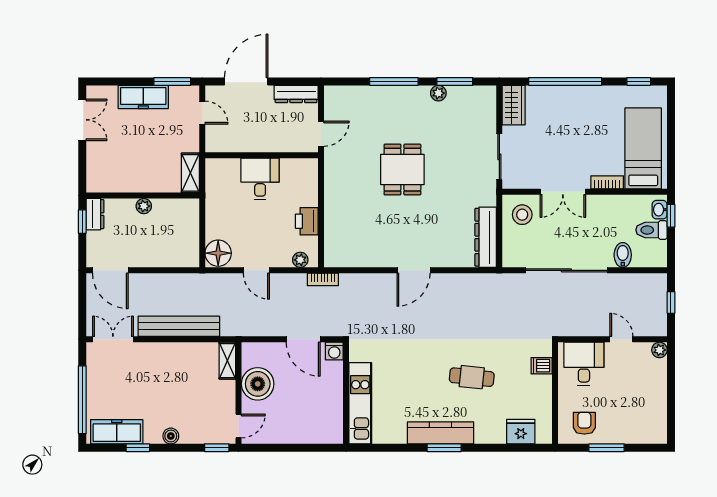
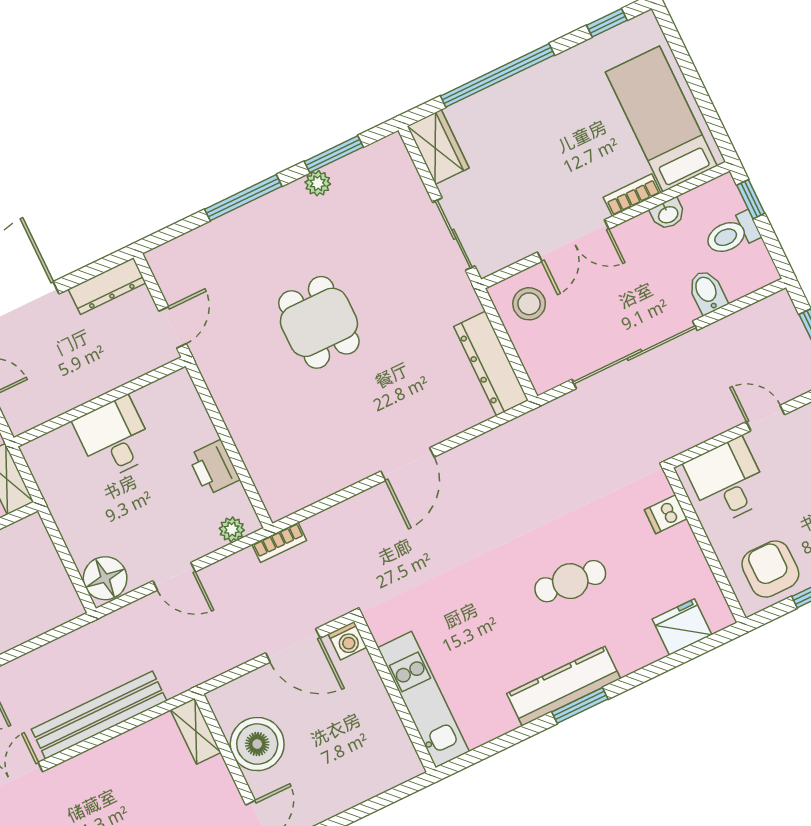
washbasin: (660, 210) -> (668, 214), moved, turned -90
armchair: (584, 423) -> (770, 569), width x1.38, depth x1.38

